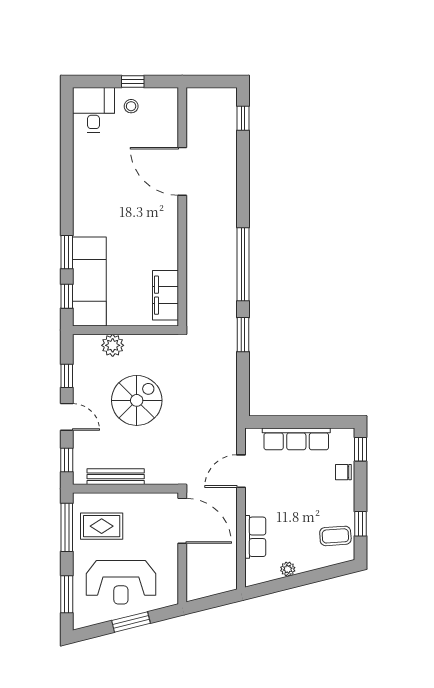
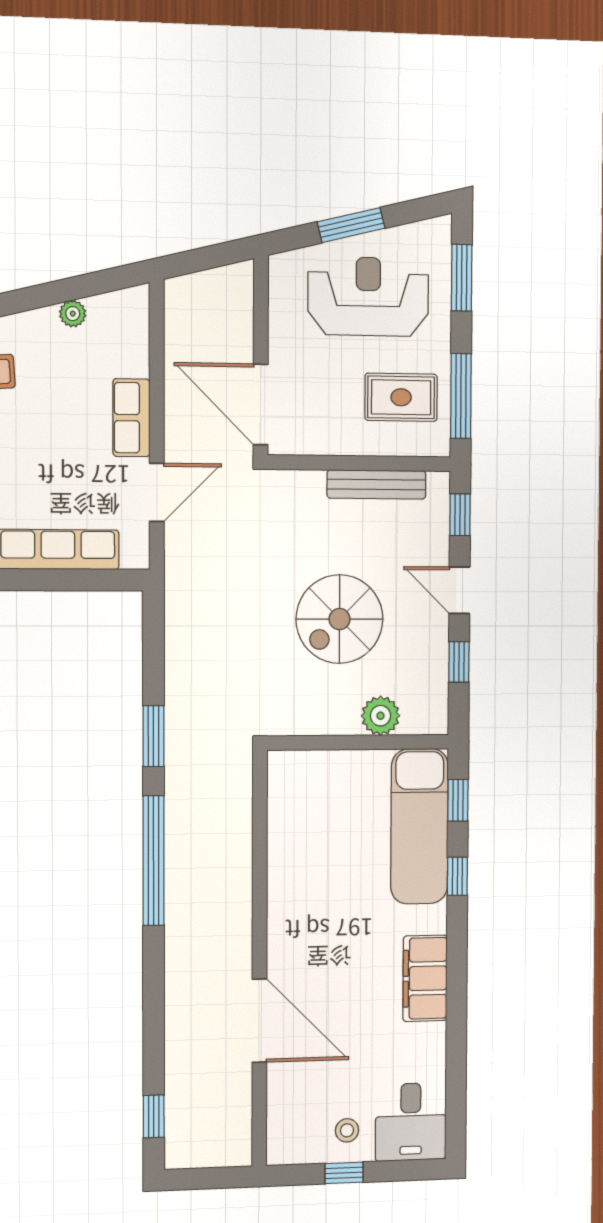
window: (67, 252) -> (457, 876), width x0.67
filing cabinet: (165, 295) -> (425, 978), moved, turned 180
row of seats: (255, 537) -> (131, 418), moved

